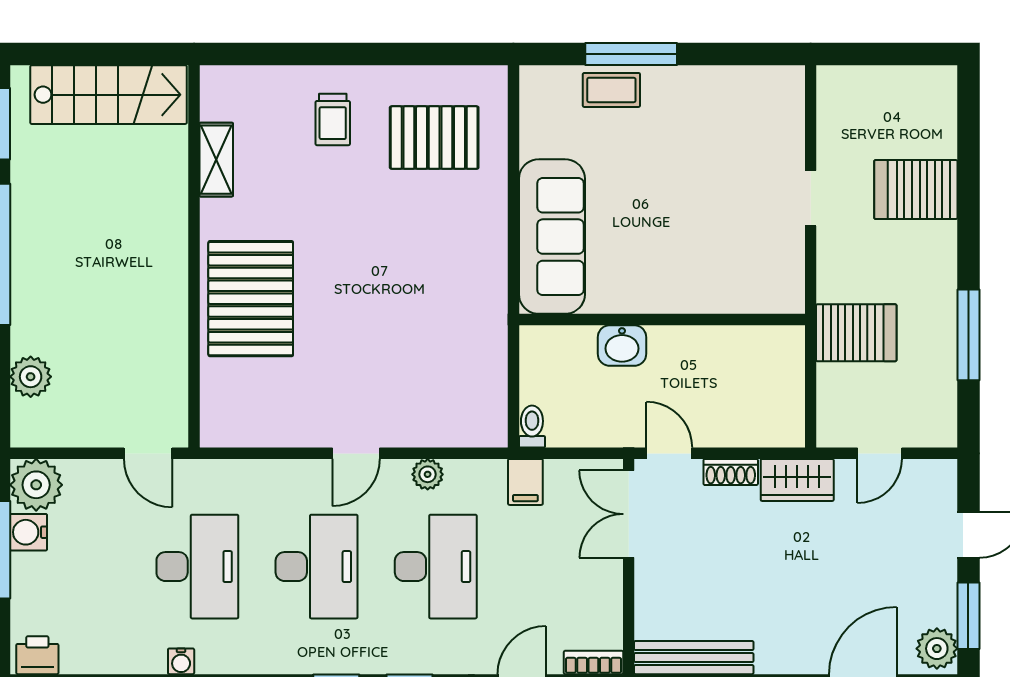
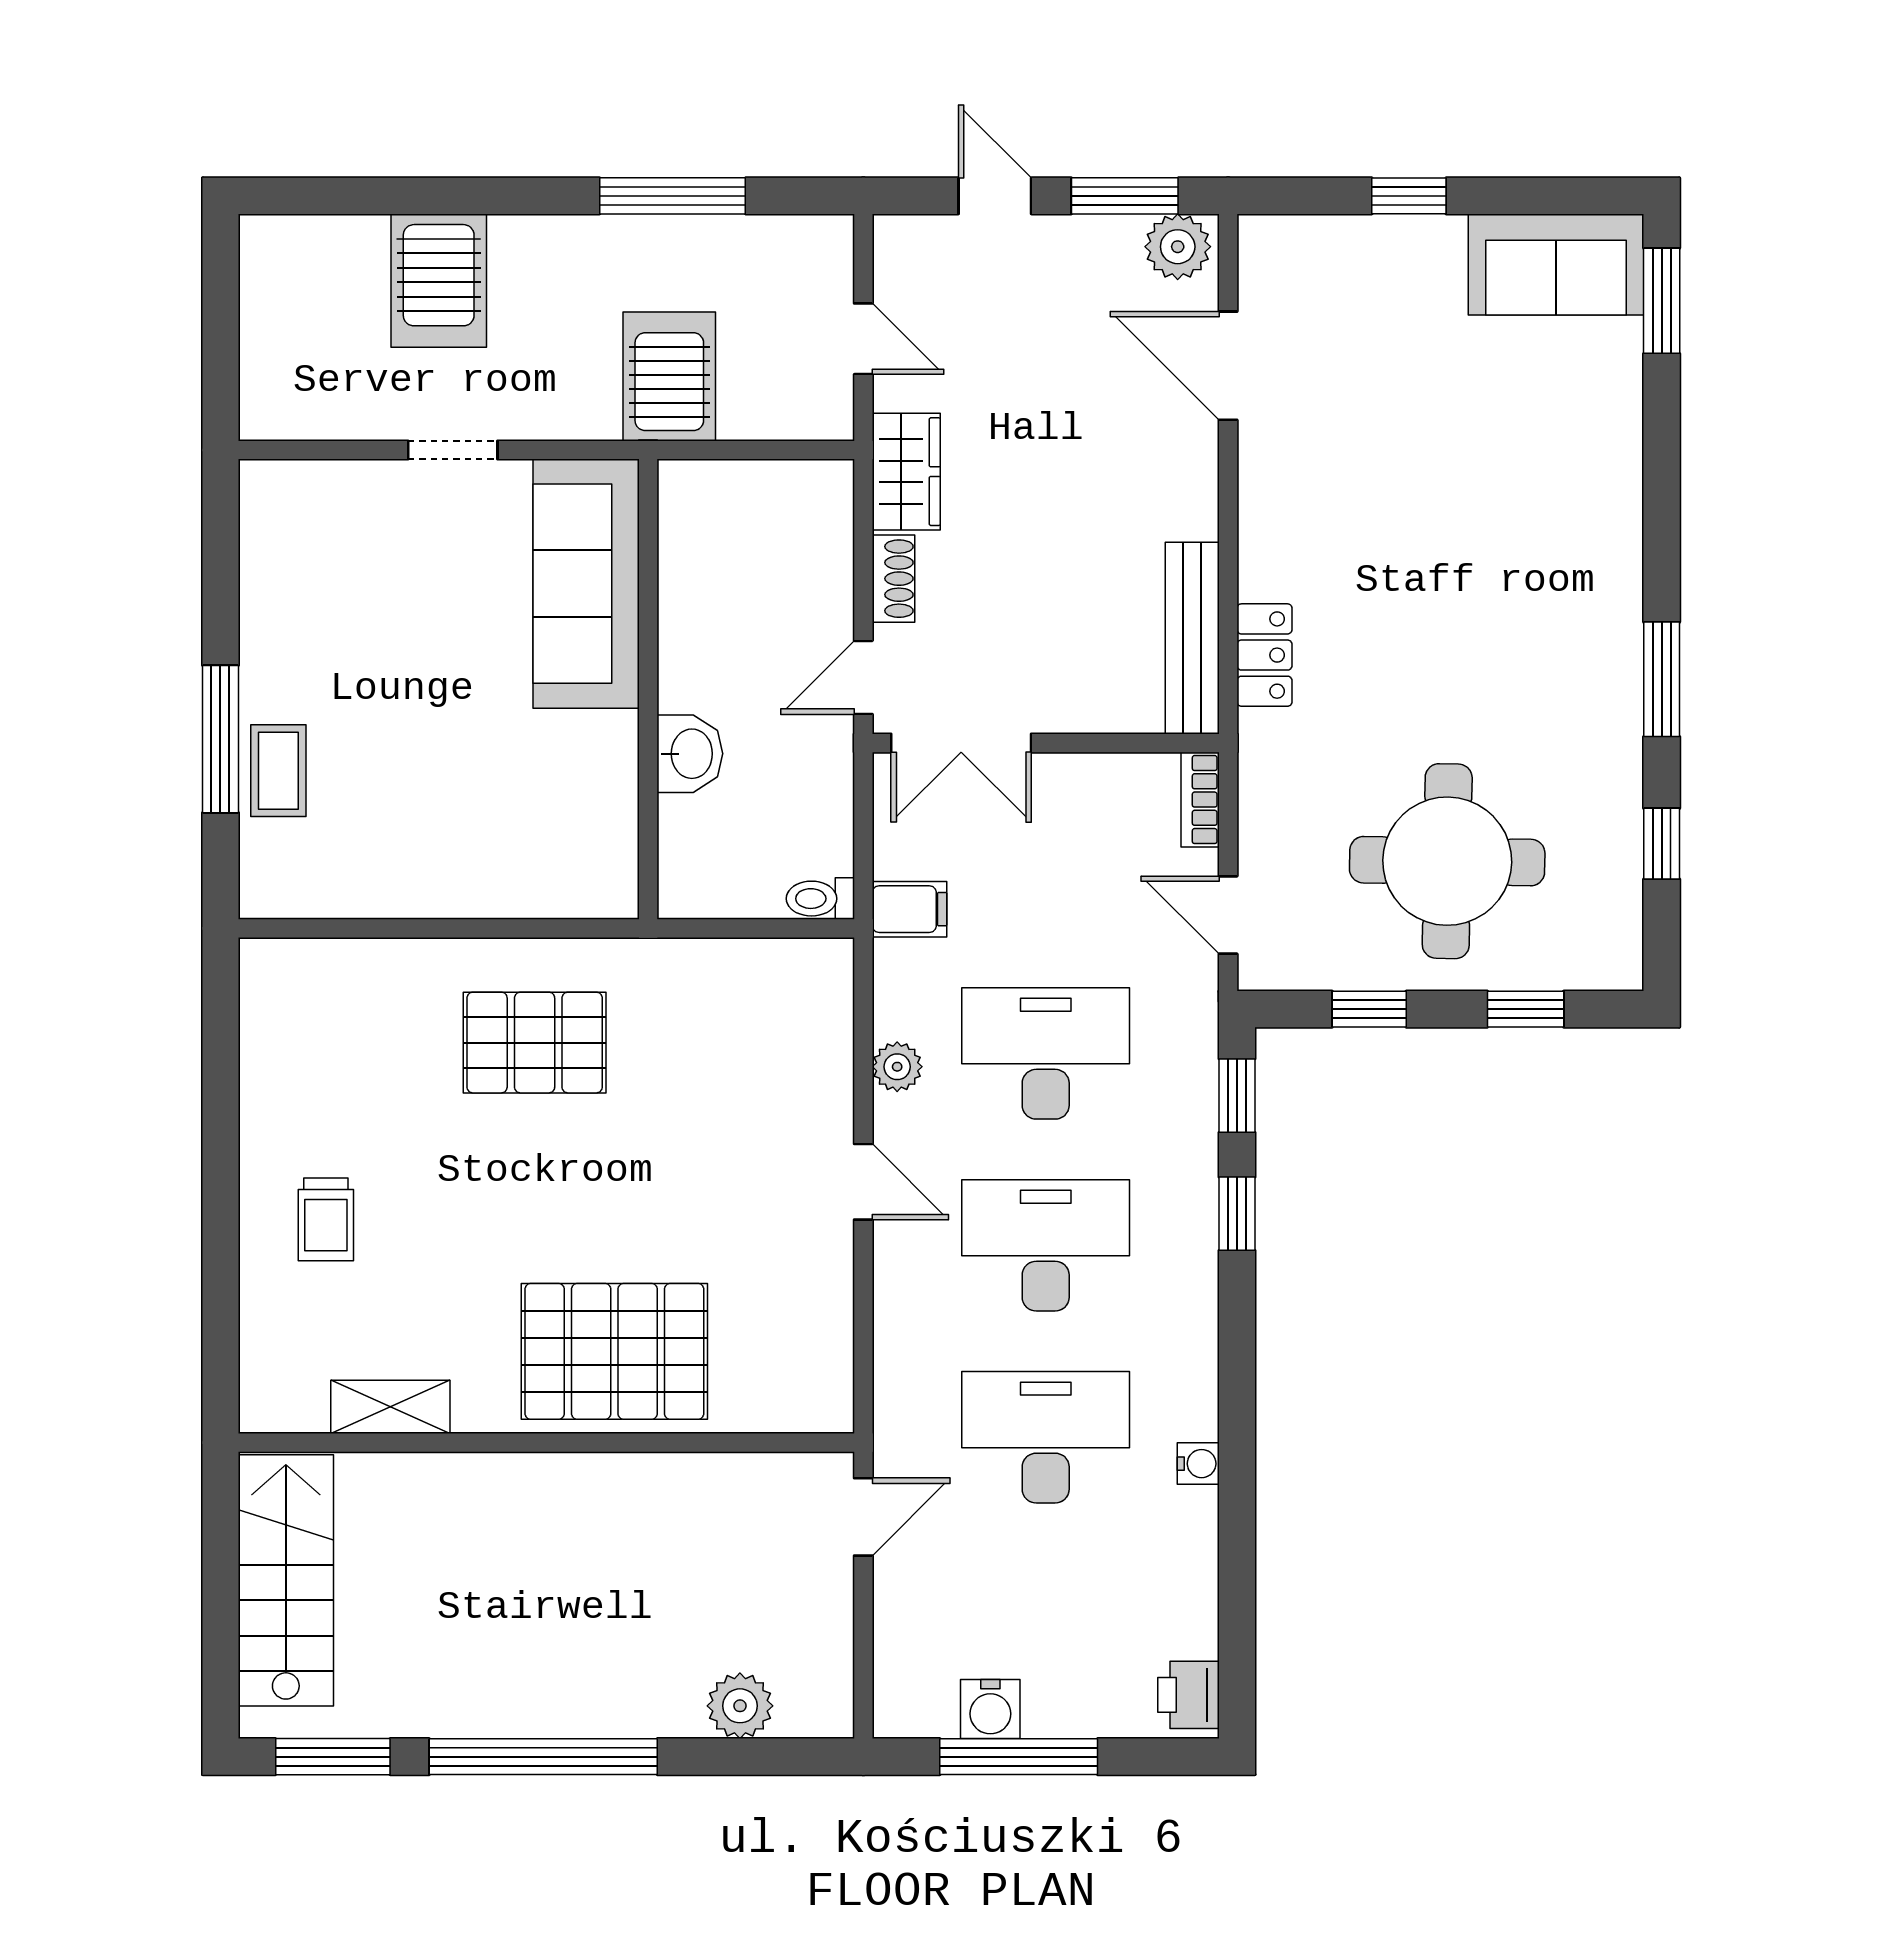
trolley: (333, 119) -> (326, 1219), turned 90
pallet: (434, 138) -> (535, 1043), moved, turned 90
sofa: (552, 237) -> (586, 584), moved, turned -90
plant: (36, 485) -> (914, 1697), removed

